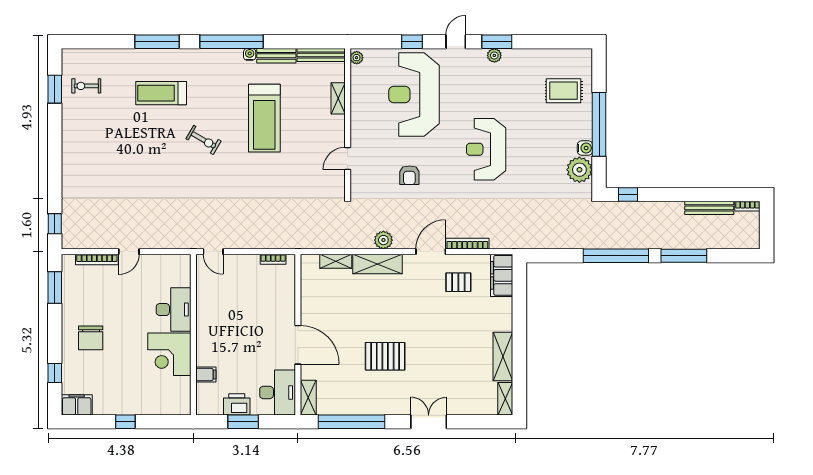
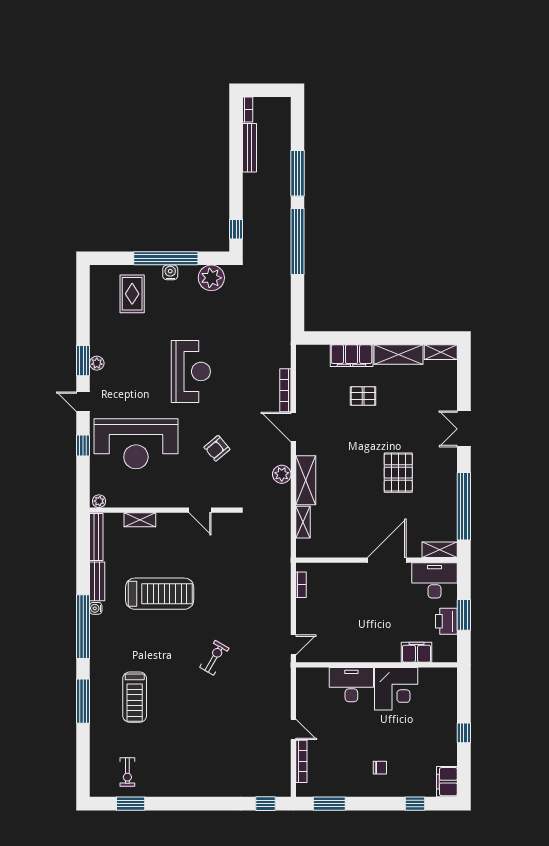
exercise bike: (203, 140) -> (214, 658), moved
water cooler: (585, 148) -> (170, 272), moved
reception desk: (486, 149) -> (191, 371), turned -90
armchair: (409, 175) -> (217, 448), turned 140
filing cabinet: (502, 275) -> (352, 356), moved
pallet: (458, 282) -> (363, 396), moved, turned 90
chair: (91, 338) -> (380, 768), width x0.54, depth x0.54
filing cabinet: (206, 375) -> (417, 652), width x2.00

